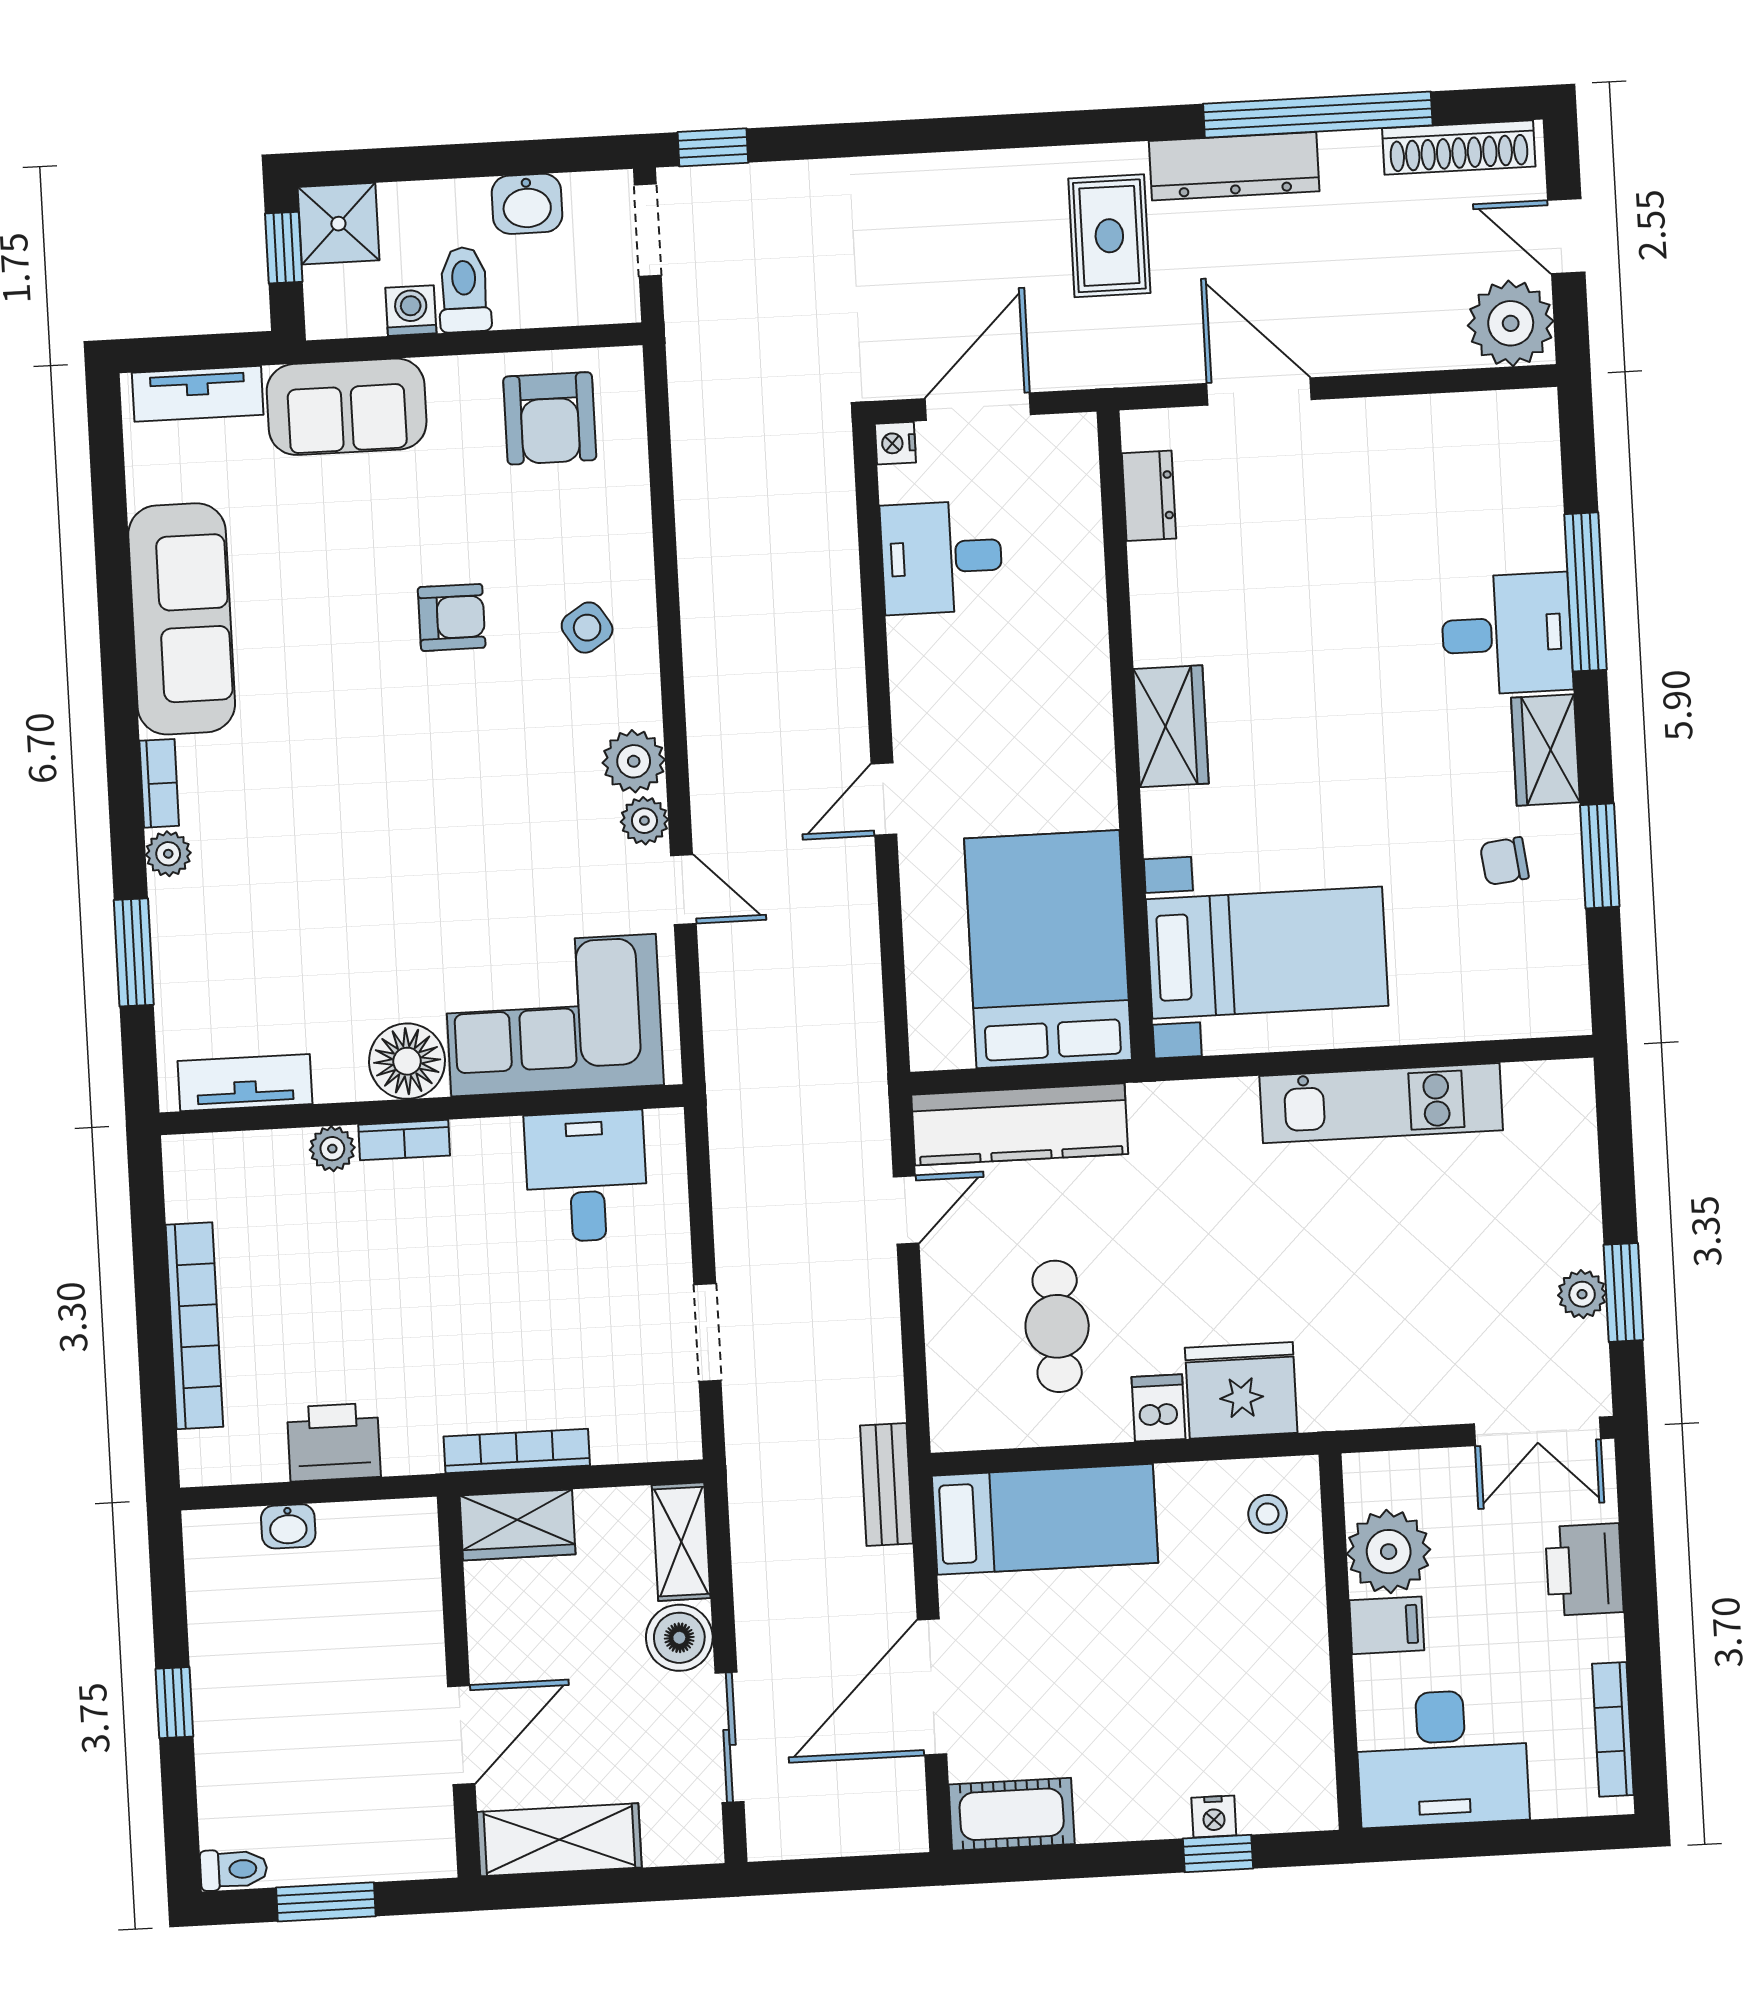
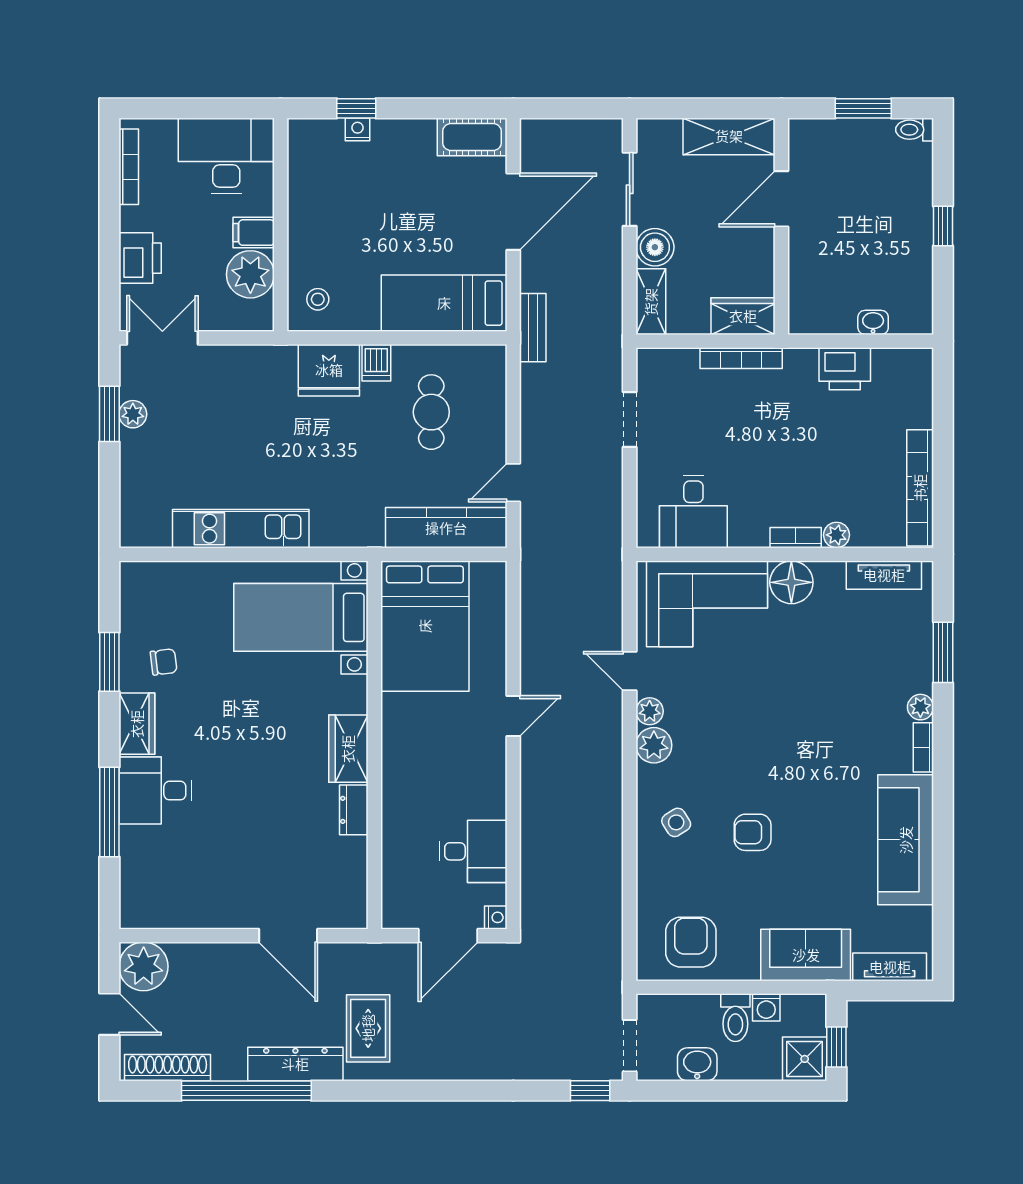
dresser: (1149, 496) -> (354, 810), moved
bookcase: (194, 1326) -> (920, 488), moved

